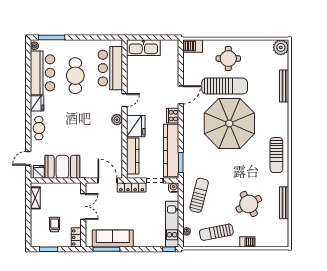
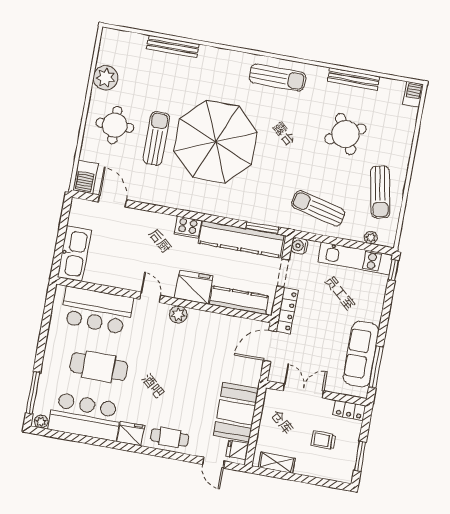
plant: (281, 47) -> (106, 78), moved
sun lounger: (225, 86) -> (156, 139), width x0.73, depth x0.75
door: (181, 95) -> (112, 201), moved
barbecue: (247, 242) -> (413, 94), moved

